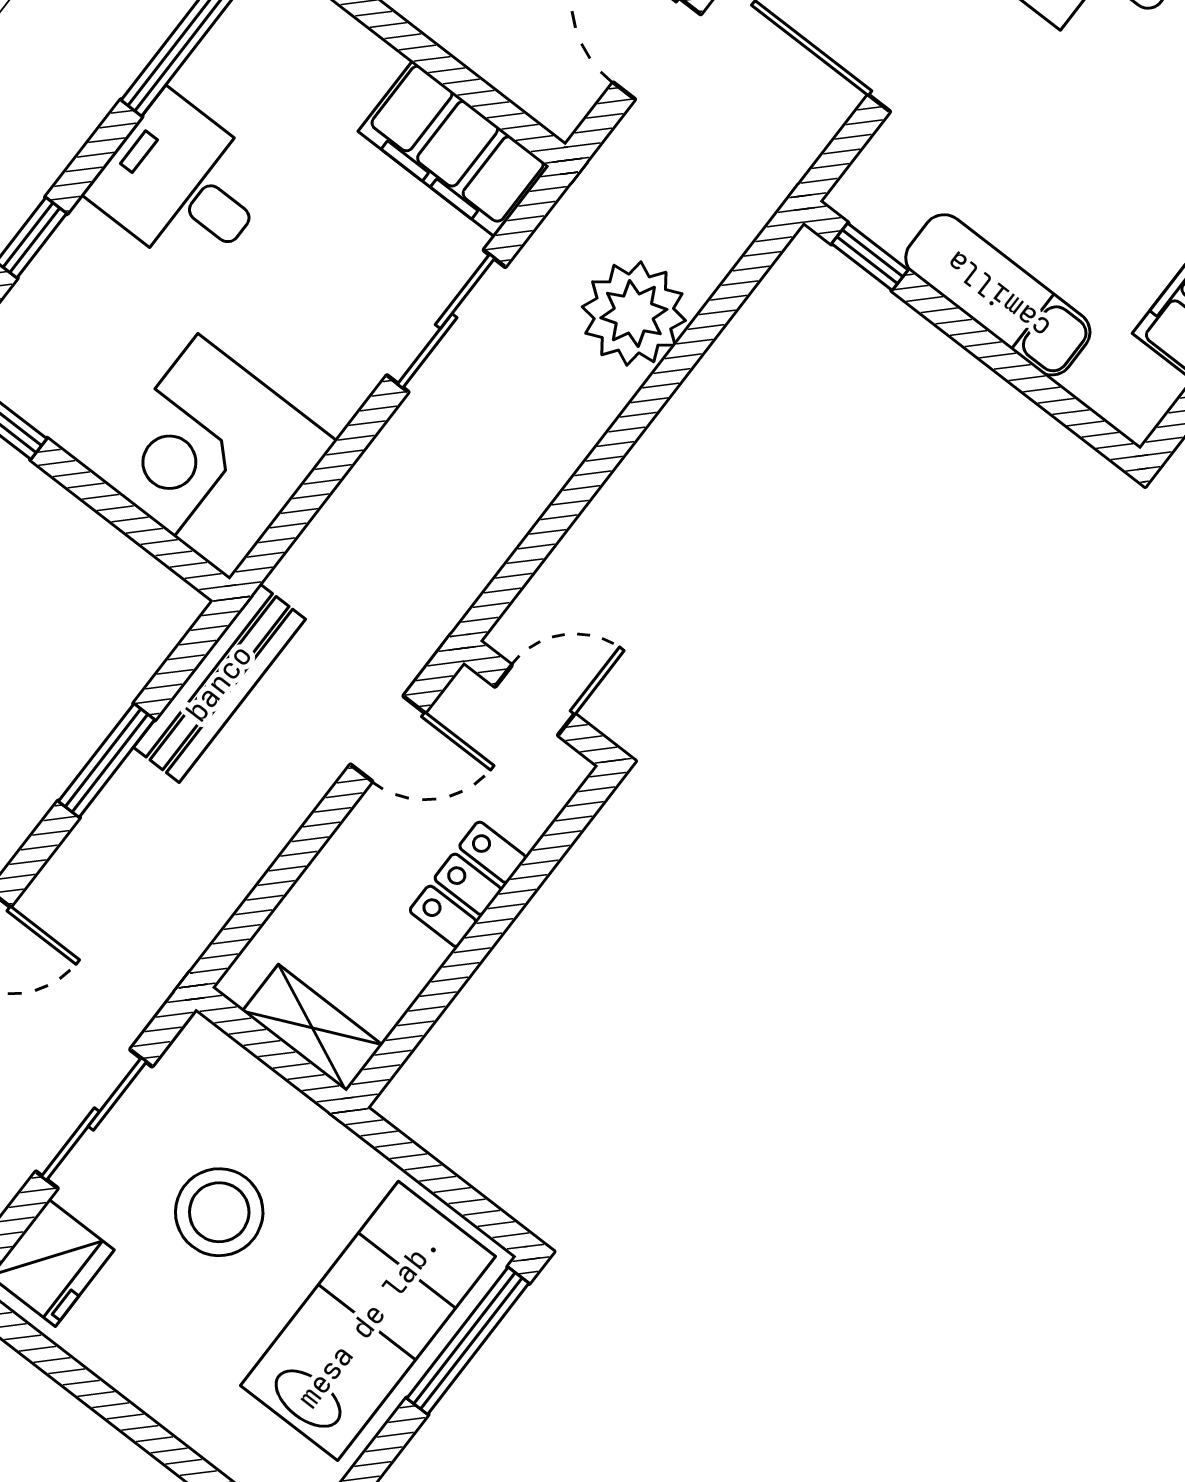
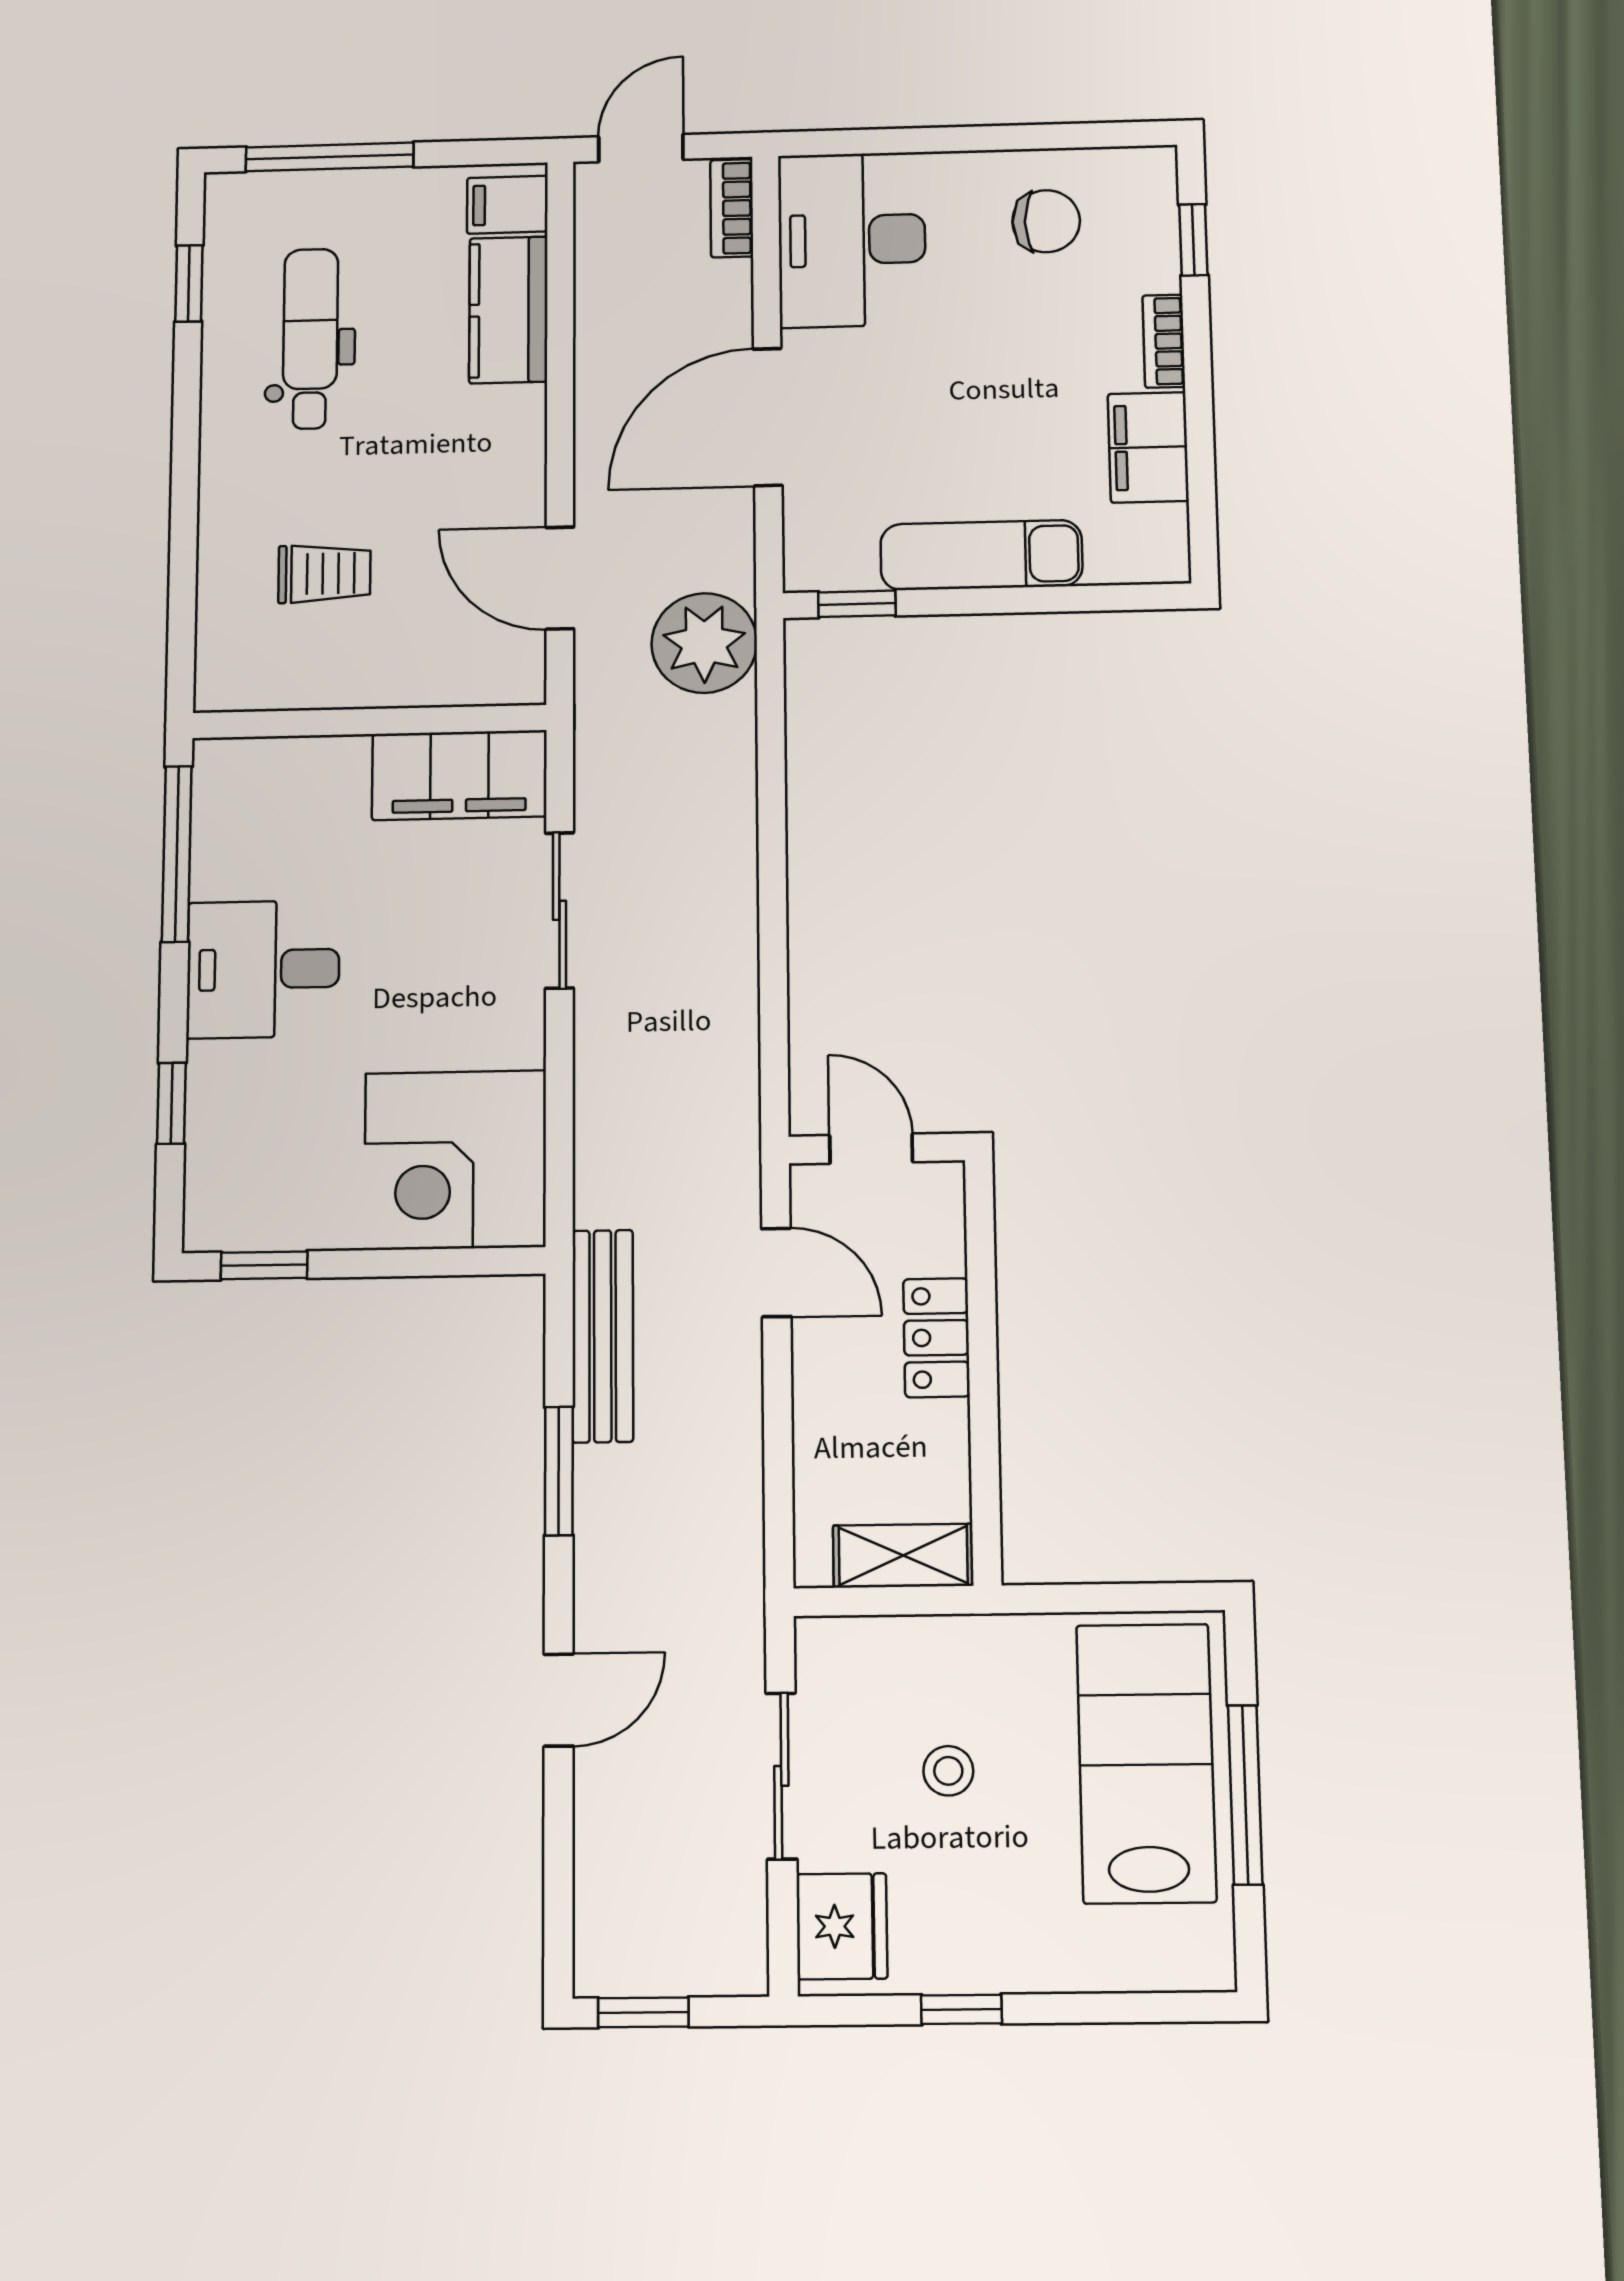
plant: (634, 314) -> (704, 643), moved
door: (535, 700) -> (871, 1149), hinge flipped
door: (388, 739) -> (776, 1272), hinge flipped
stool: (219, 1212) -> (948, 1771), width x0.53, depth x0.53
window: (468, 1341) -> (1245, 1795), moved
window: (92, 1391) -> (961, 2009), added

